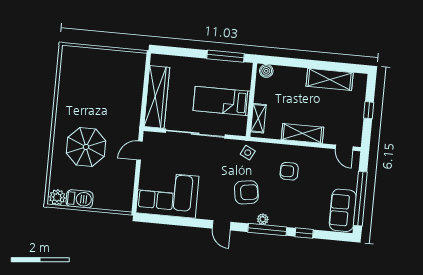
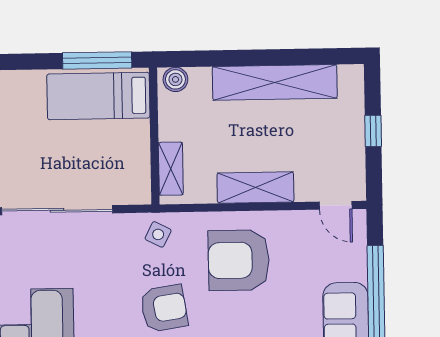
shelving: (330, 79) -> (275, 82), width x1.47
bed: (222, 101) -> (98, 96), moved
armchair: (289, 171) -> (239, 260), width x1.88, depth x1.88

